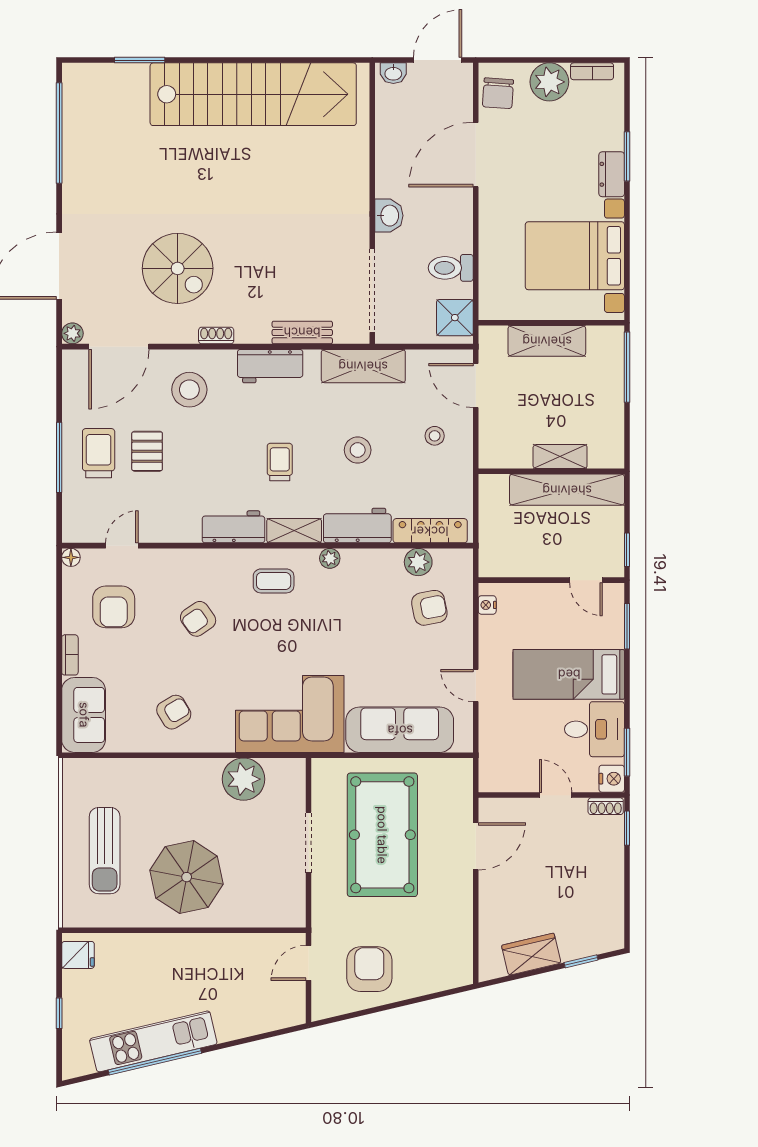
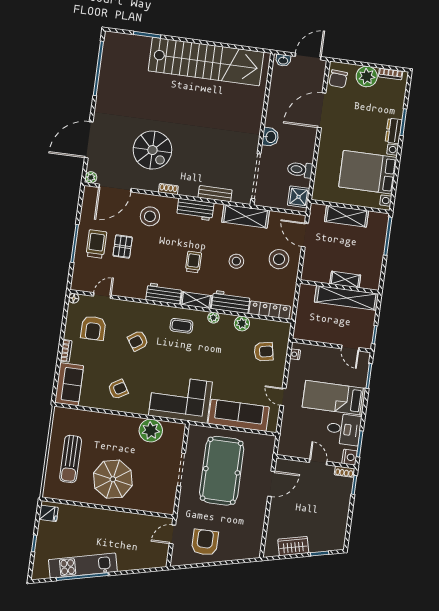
stool: (435, 436) -> (279, 259), width x1.89, depth x1.89
plant: (418, 562) -> (242, 324), moved

